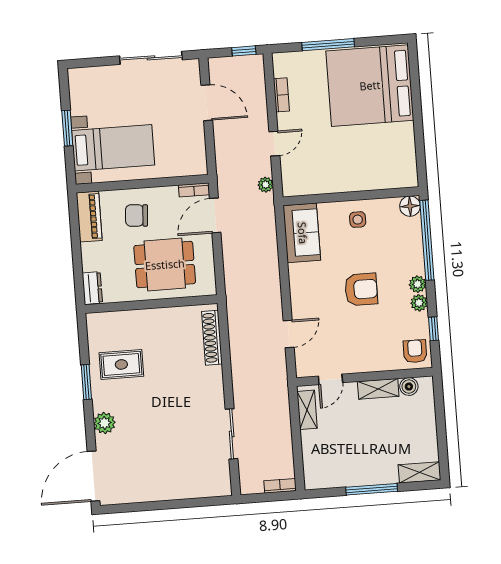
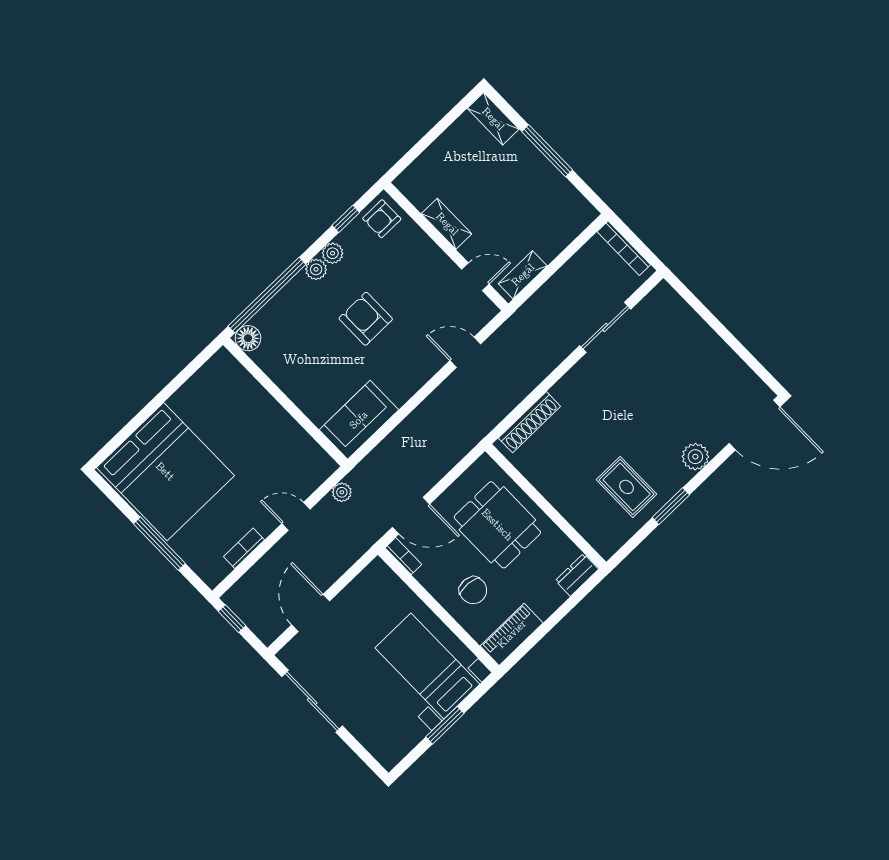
side table: (358, 220) -> (302, 377), removed
boiler: (409, 387) -> (420, 197), removed
bookcase: (280, 486) -> (624, 248), width x1.56

